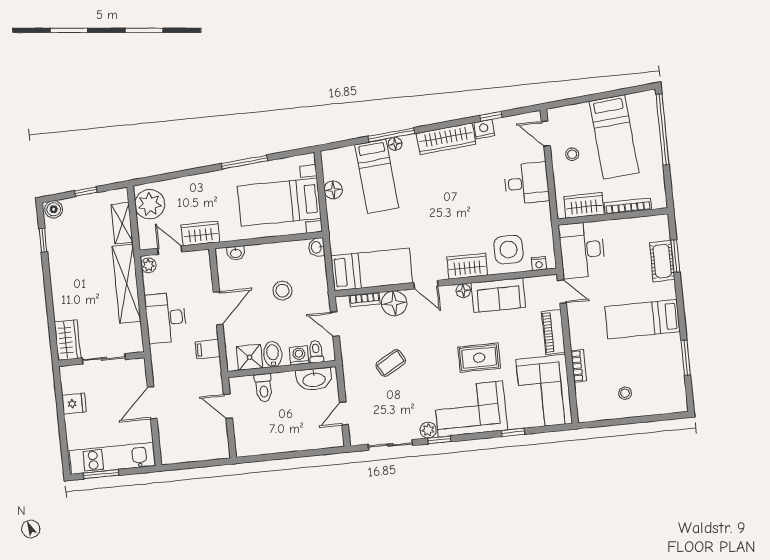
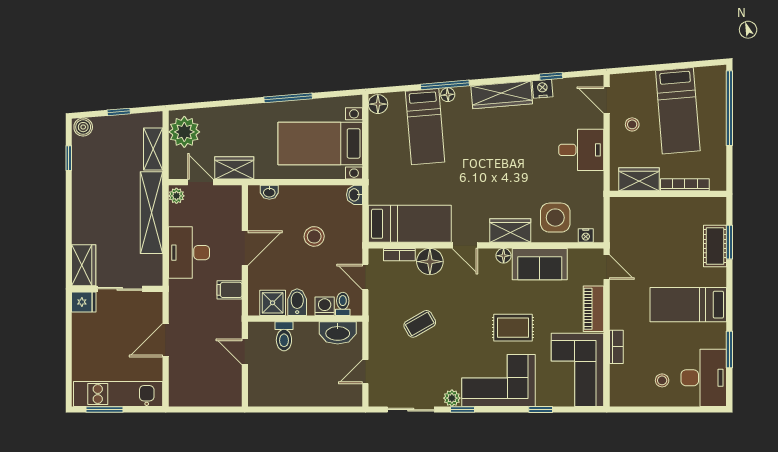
floor lamp: (333, 190) -> (378, 104), moved
desk: (582, 250) -> (704, 378), moved, turned 180
fridge: (74, 404) -> (84, 302), moved

